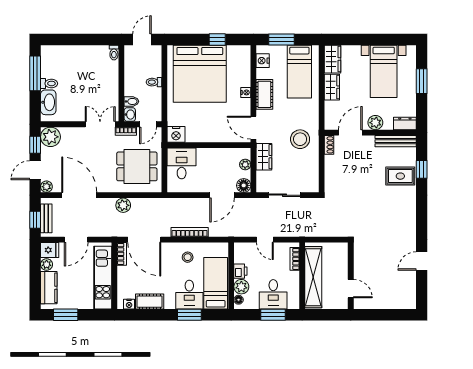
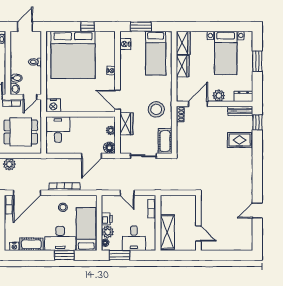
cot: (264, 94) -> (165, 141), moved
bench: (396, 141) -> (240, 111), width x0.73
window: (422, 169) -> (257, 122), moved
door: (144, 240) -> (27, 193), hinge flipped
shelving: (313, 277) -> (167, 232), width x0.68
desk: (189, 295) -> (60, 238), width x1.37
window: (273, 315) -> (120, 255), moved

